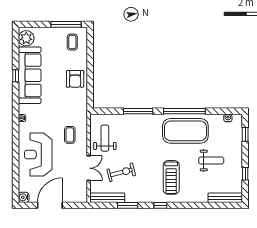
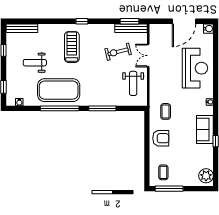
sofa: (30, 75) -> (205, 129), width x0.54, depth x0.79
armchair: (75, 79) -> (161, 138), turned 90
coffee table: (70, 135) -> (166, 111), moved
window: (128, 205) -> (130, 21), moved

